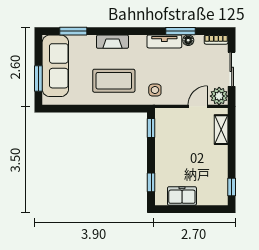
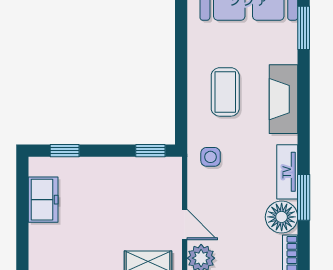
floor lamp: (188, 40) -> (282, 217), width x1.89, depth x1.89
fireplace: (112, 42) -> (283, 99), width x1.37, depth x1.32
coffee table: (114, 81) -> (225, 92), width x0.73, depth x0.76

